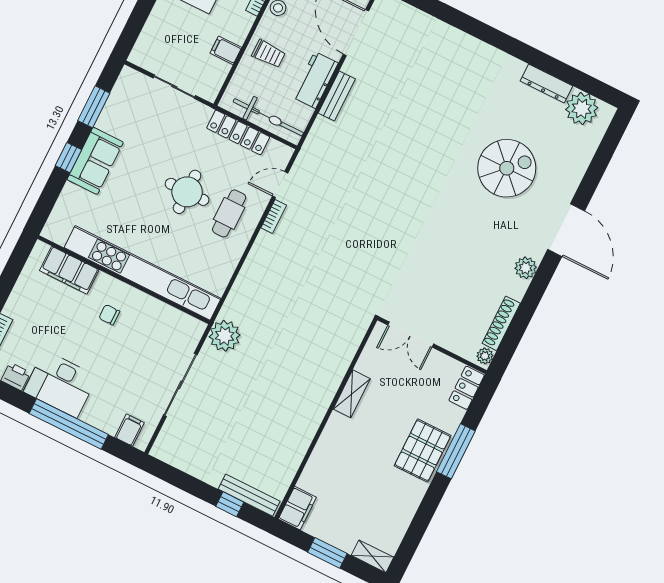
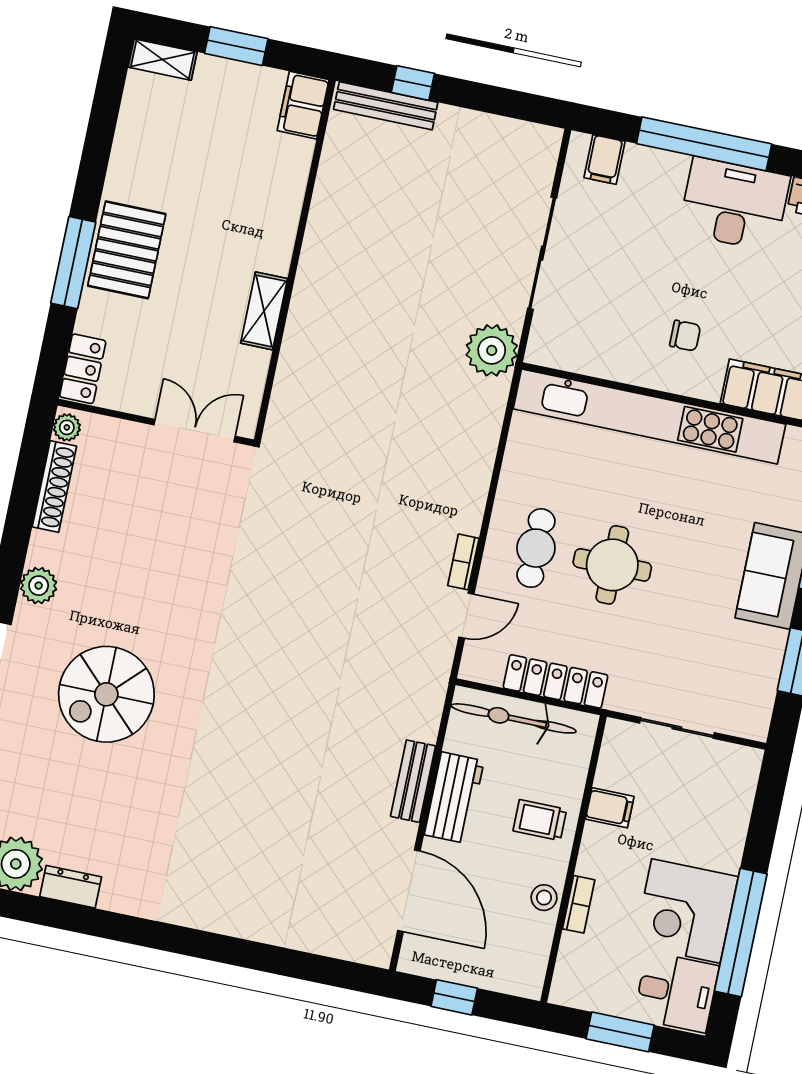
dresser: (546, 83) -> (71, 887), width x0.70
spiral stairs: (507, 168) -> (106, 694), moved

